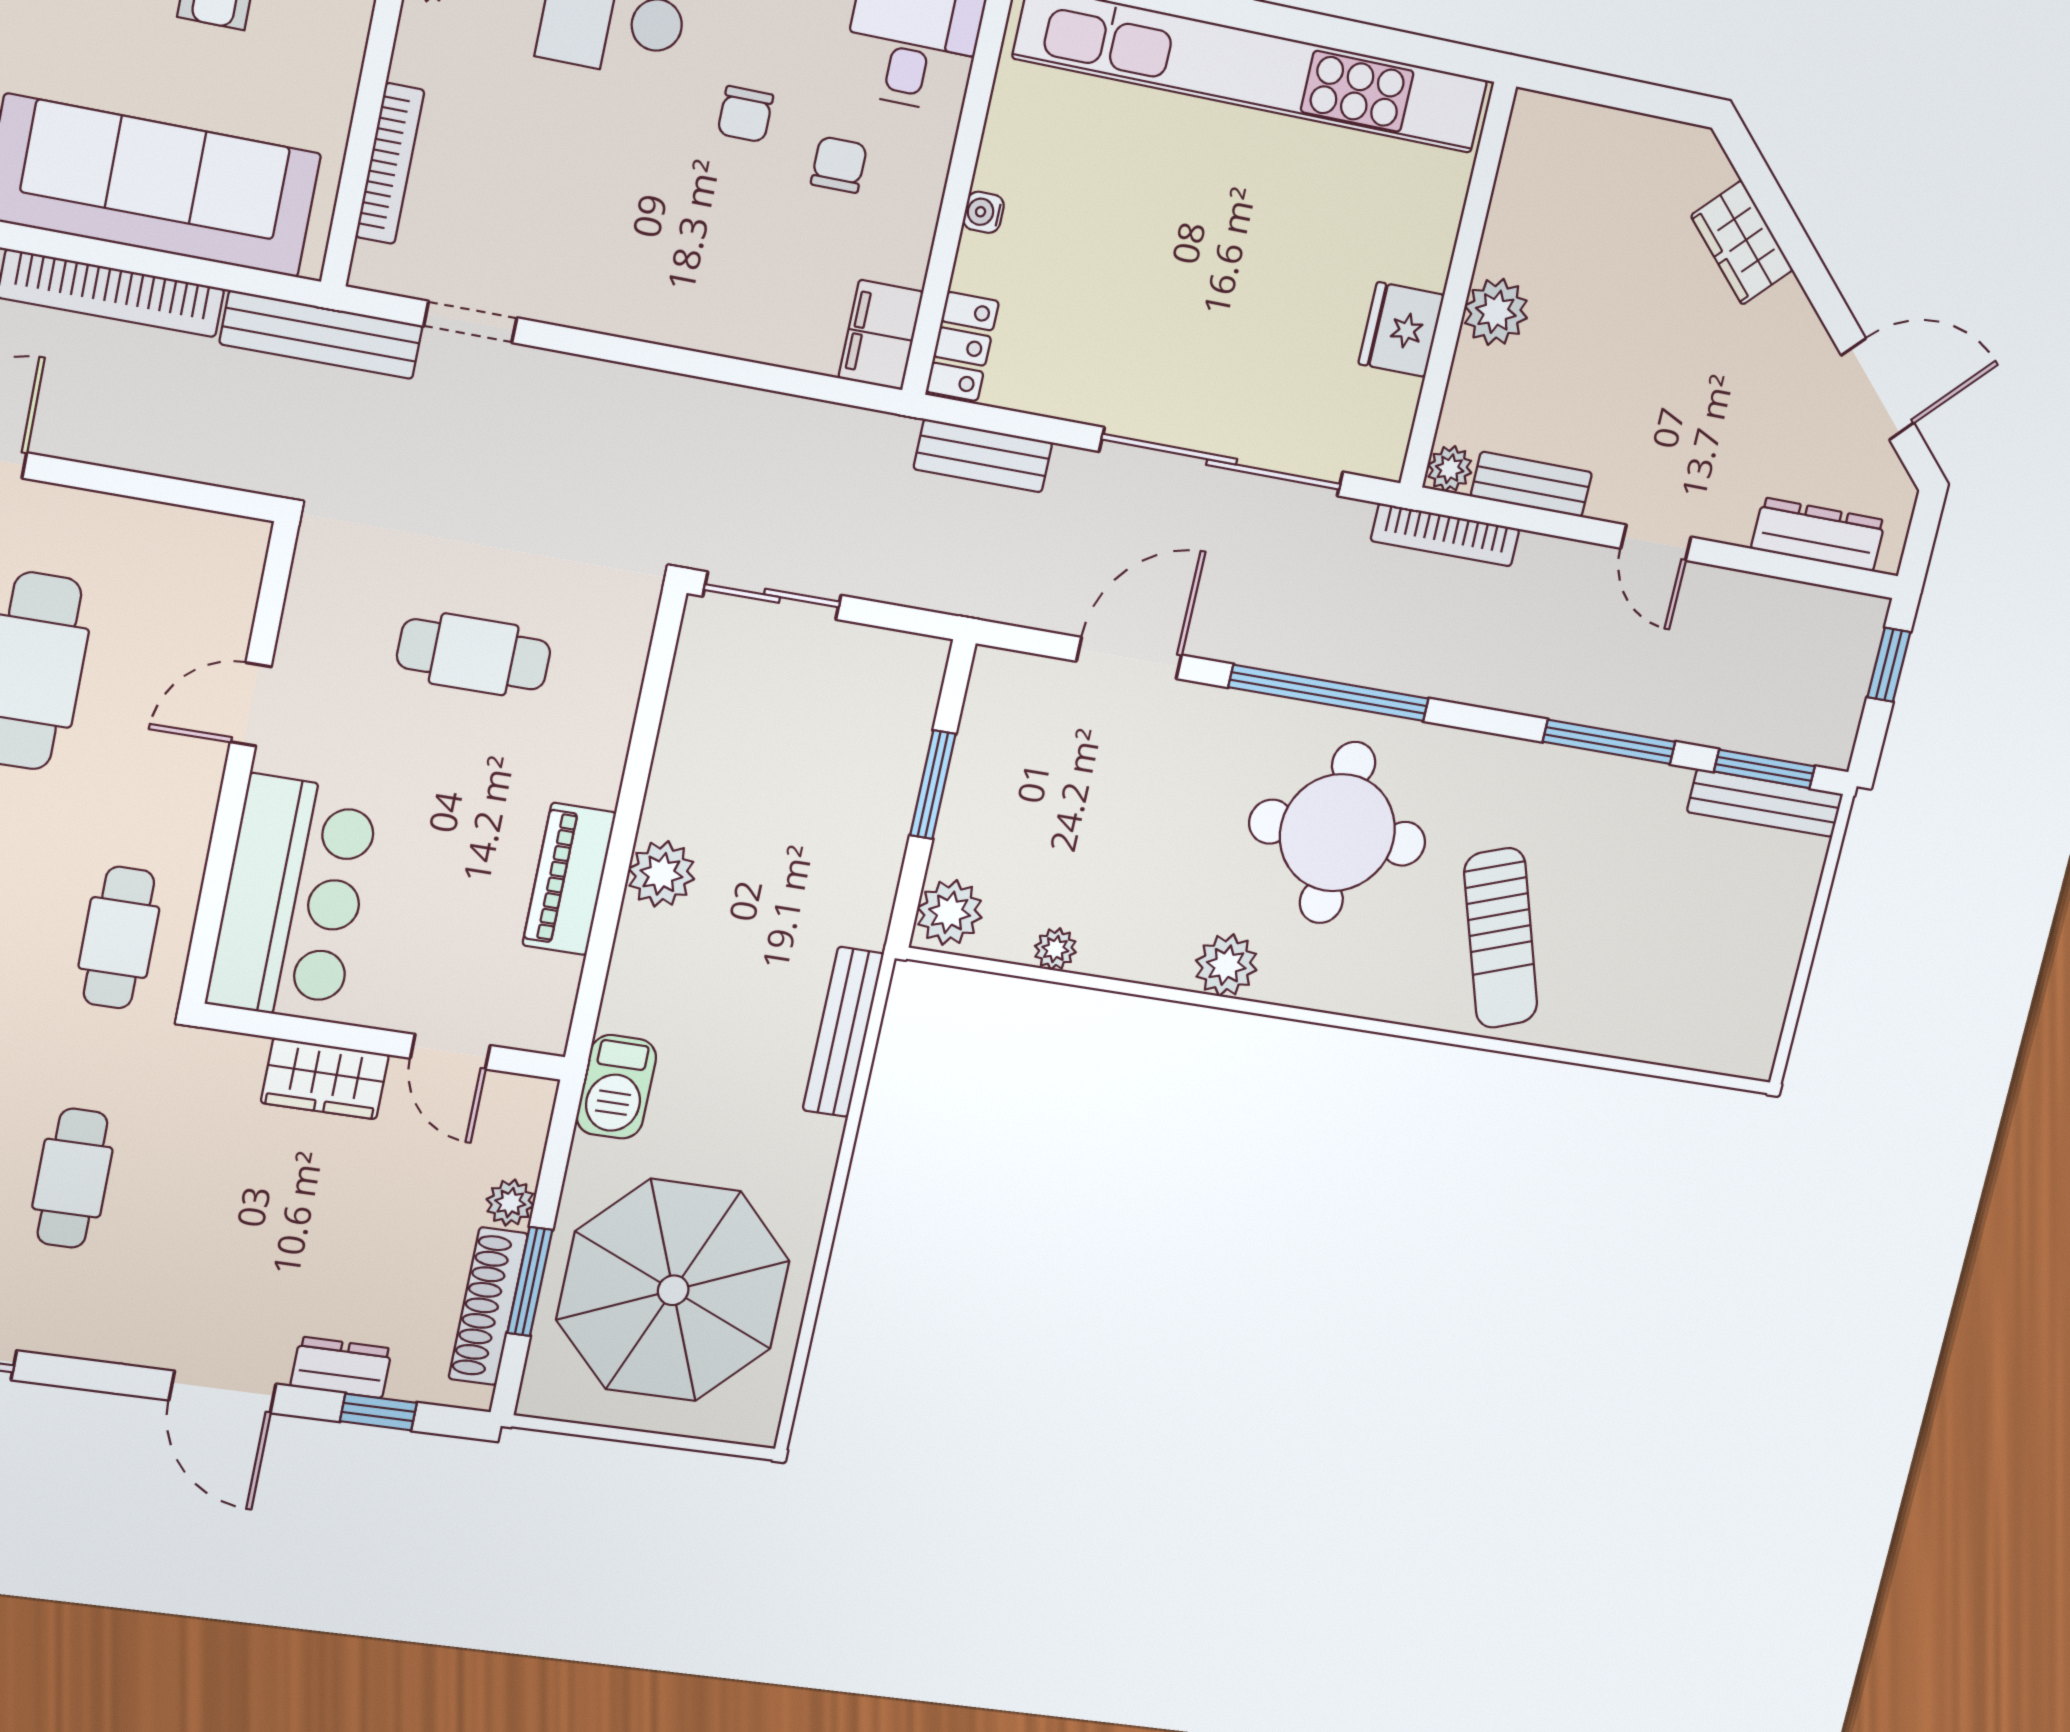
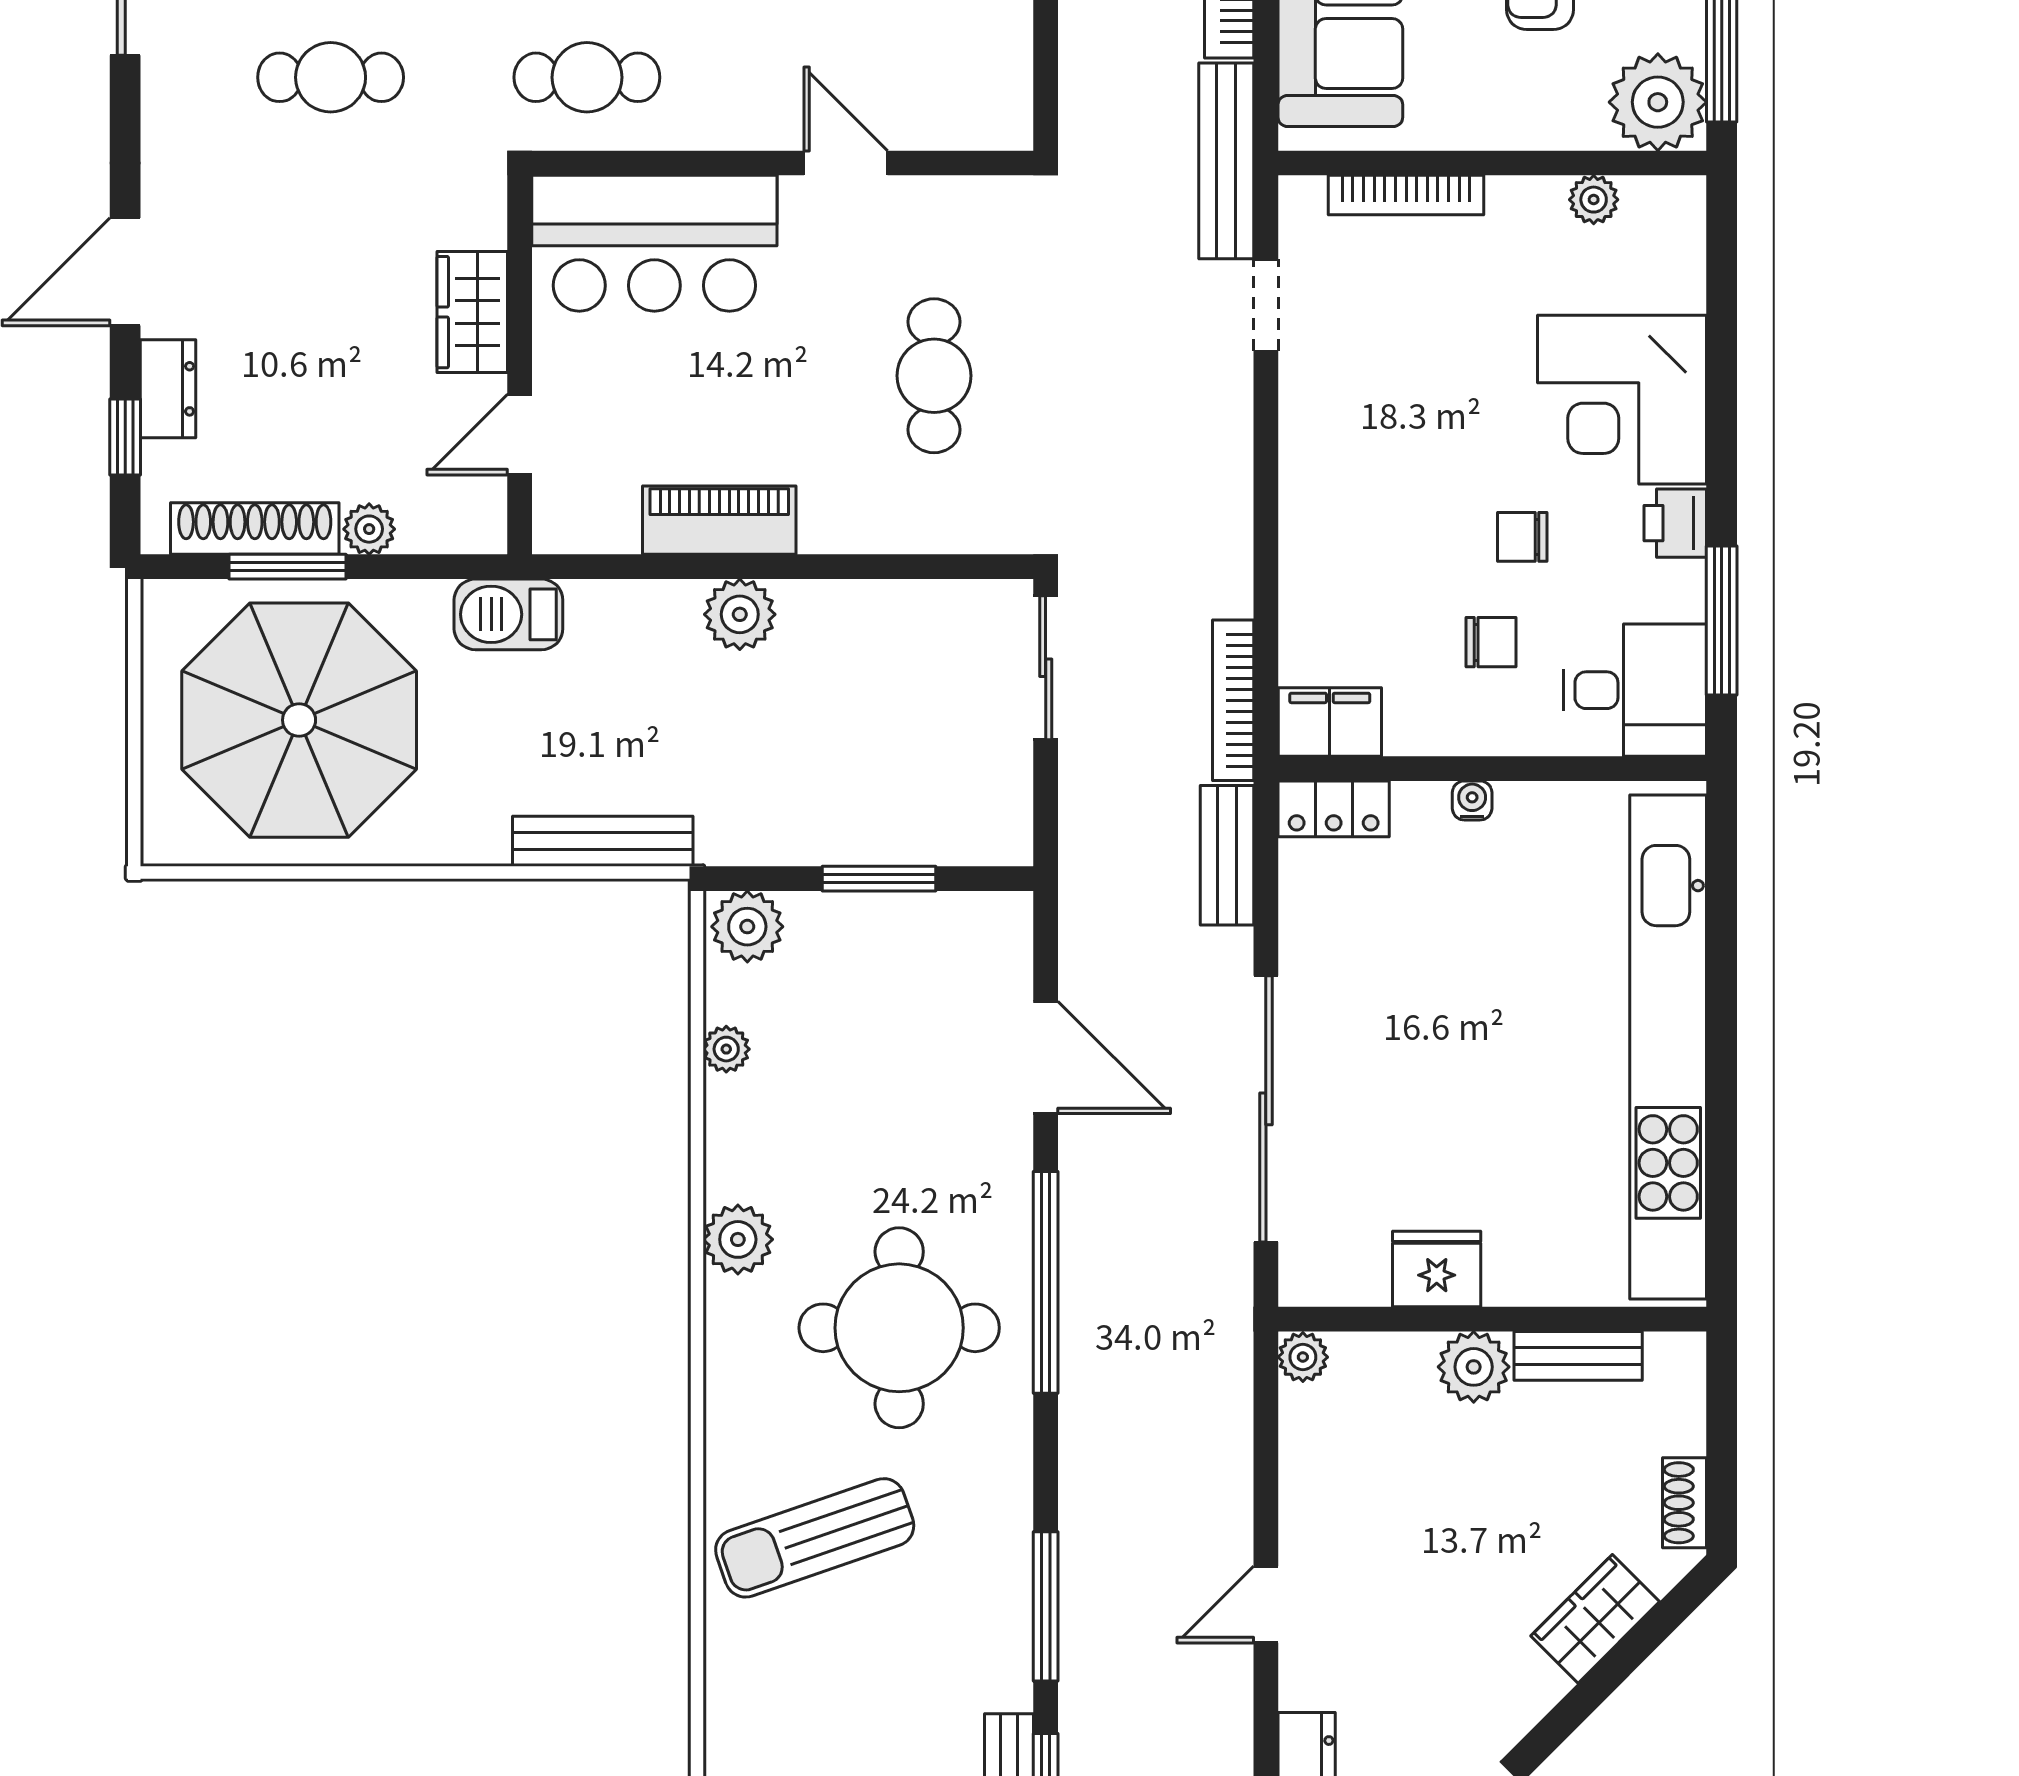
shoe rack: (1662, 139) -> (1684, 1503), added
bench: (1531, 484) -> (1578, 1356), moved, turned 90
bookcase: (1445, 535) -> (1233, 700), moved

